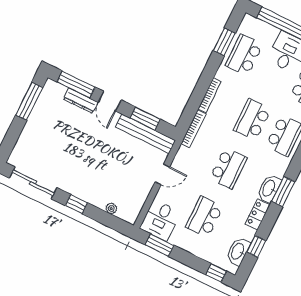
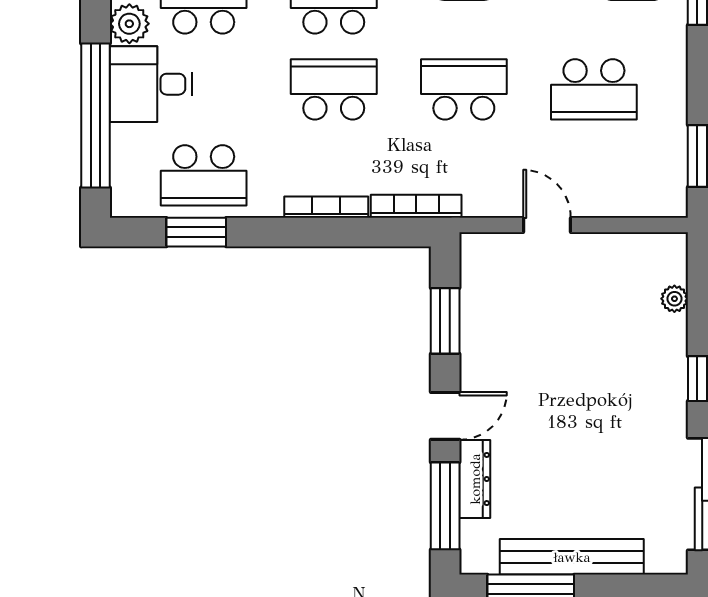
school desk: (252, 120) -> (334, 89), turned 180
bench: (146, 134) -> (572, 557), moved, turned 90
desk: (160, 220) -> (648, 181), removed

